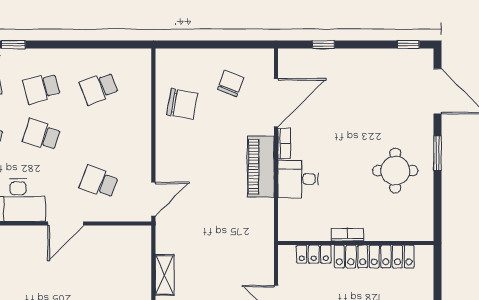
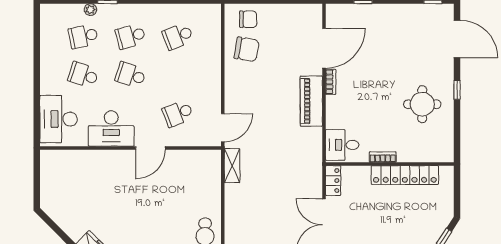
chair: (231, 84) -> (248, 19), moved, turned 69
window: (437, 153) -> (457, 90), width x0.67
desk: (298, 179) -> (342, 145), moved
school desk: (99, 182) -> (178, 114), turned -42
locker: (314, 254) -> (333, 181), moved, turned -90
shelving: (165, 275) -> (232, 166), moved

